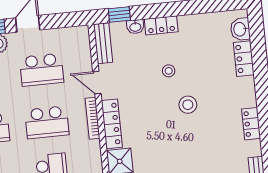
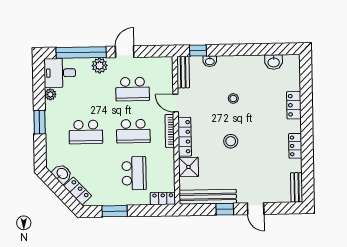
locker: (161, 25) -> (230, 62), removed
washbasin: (240, 29) -> (274, 62), moved, turned -90
locker: (244, 59) -> (294, 105), moved
stool: (188, 105) -> (231, 141), moved

